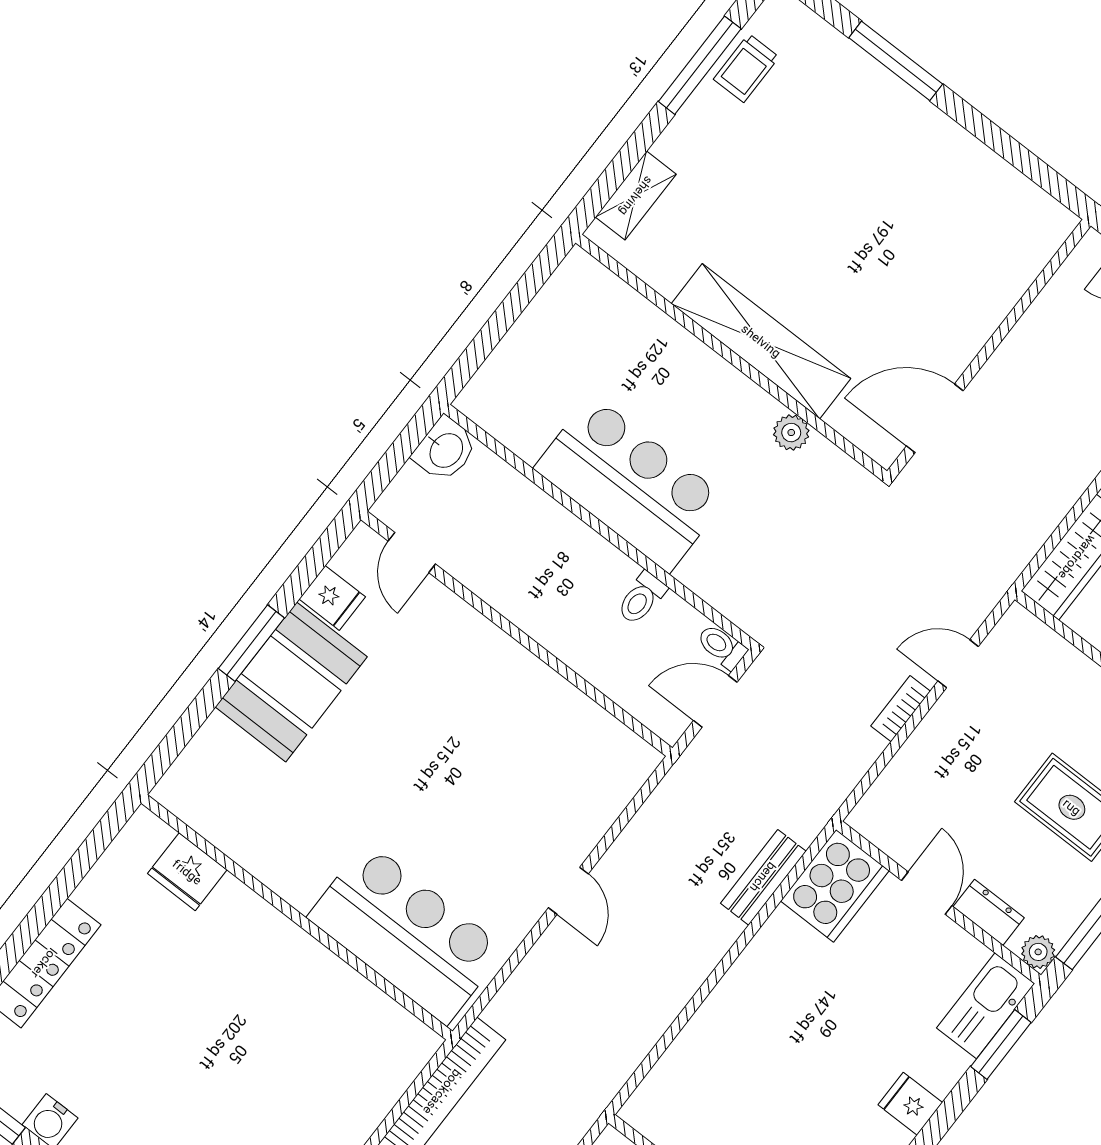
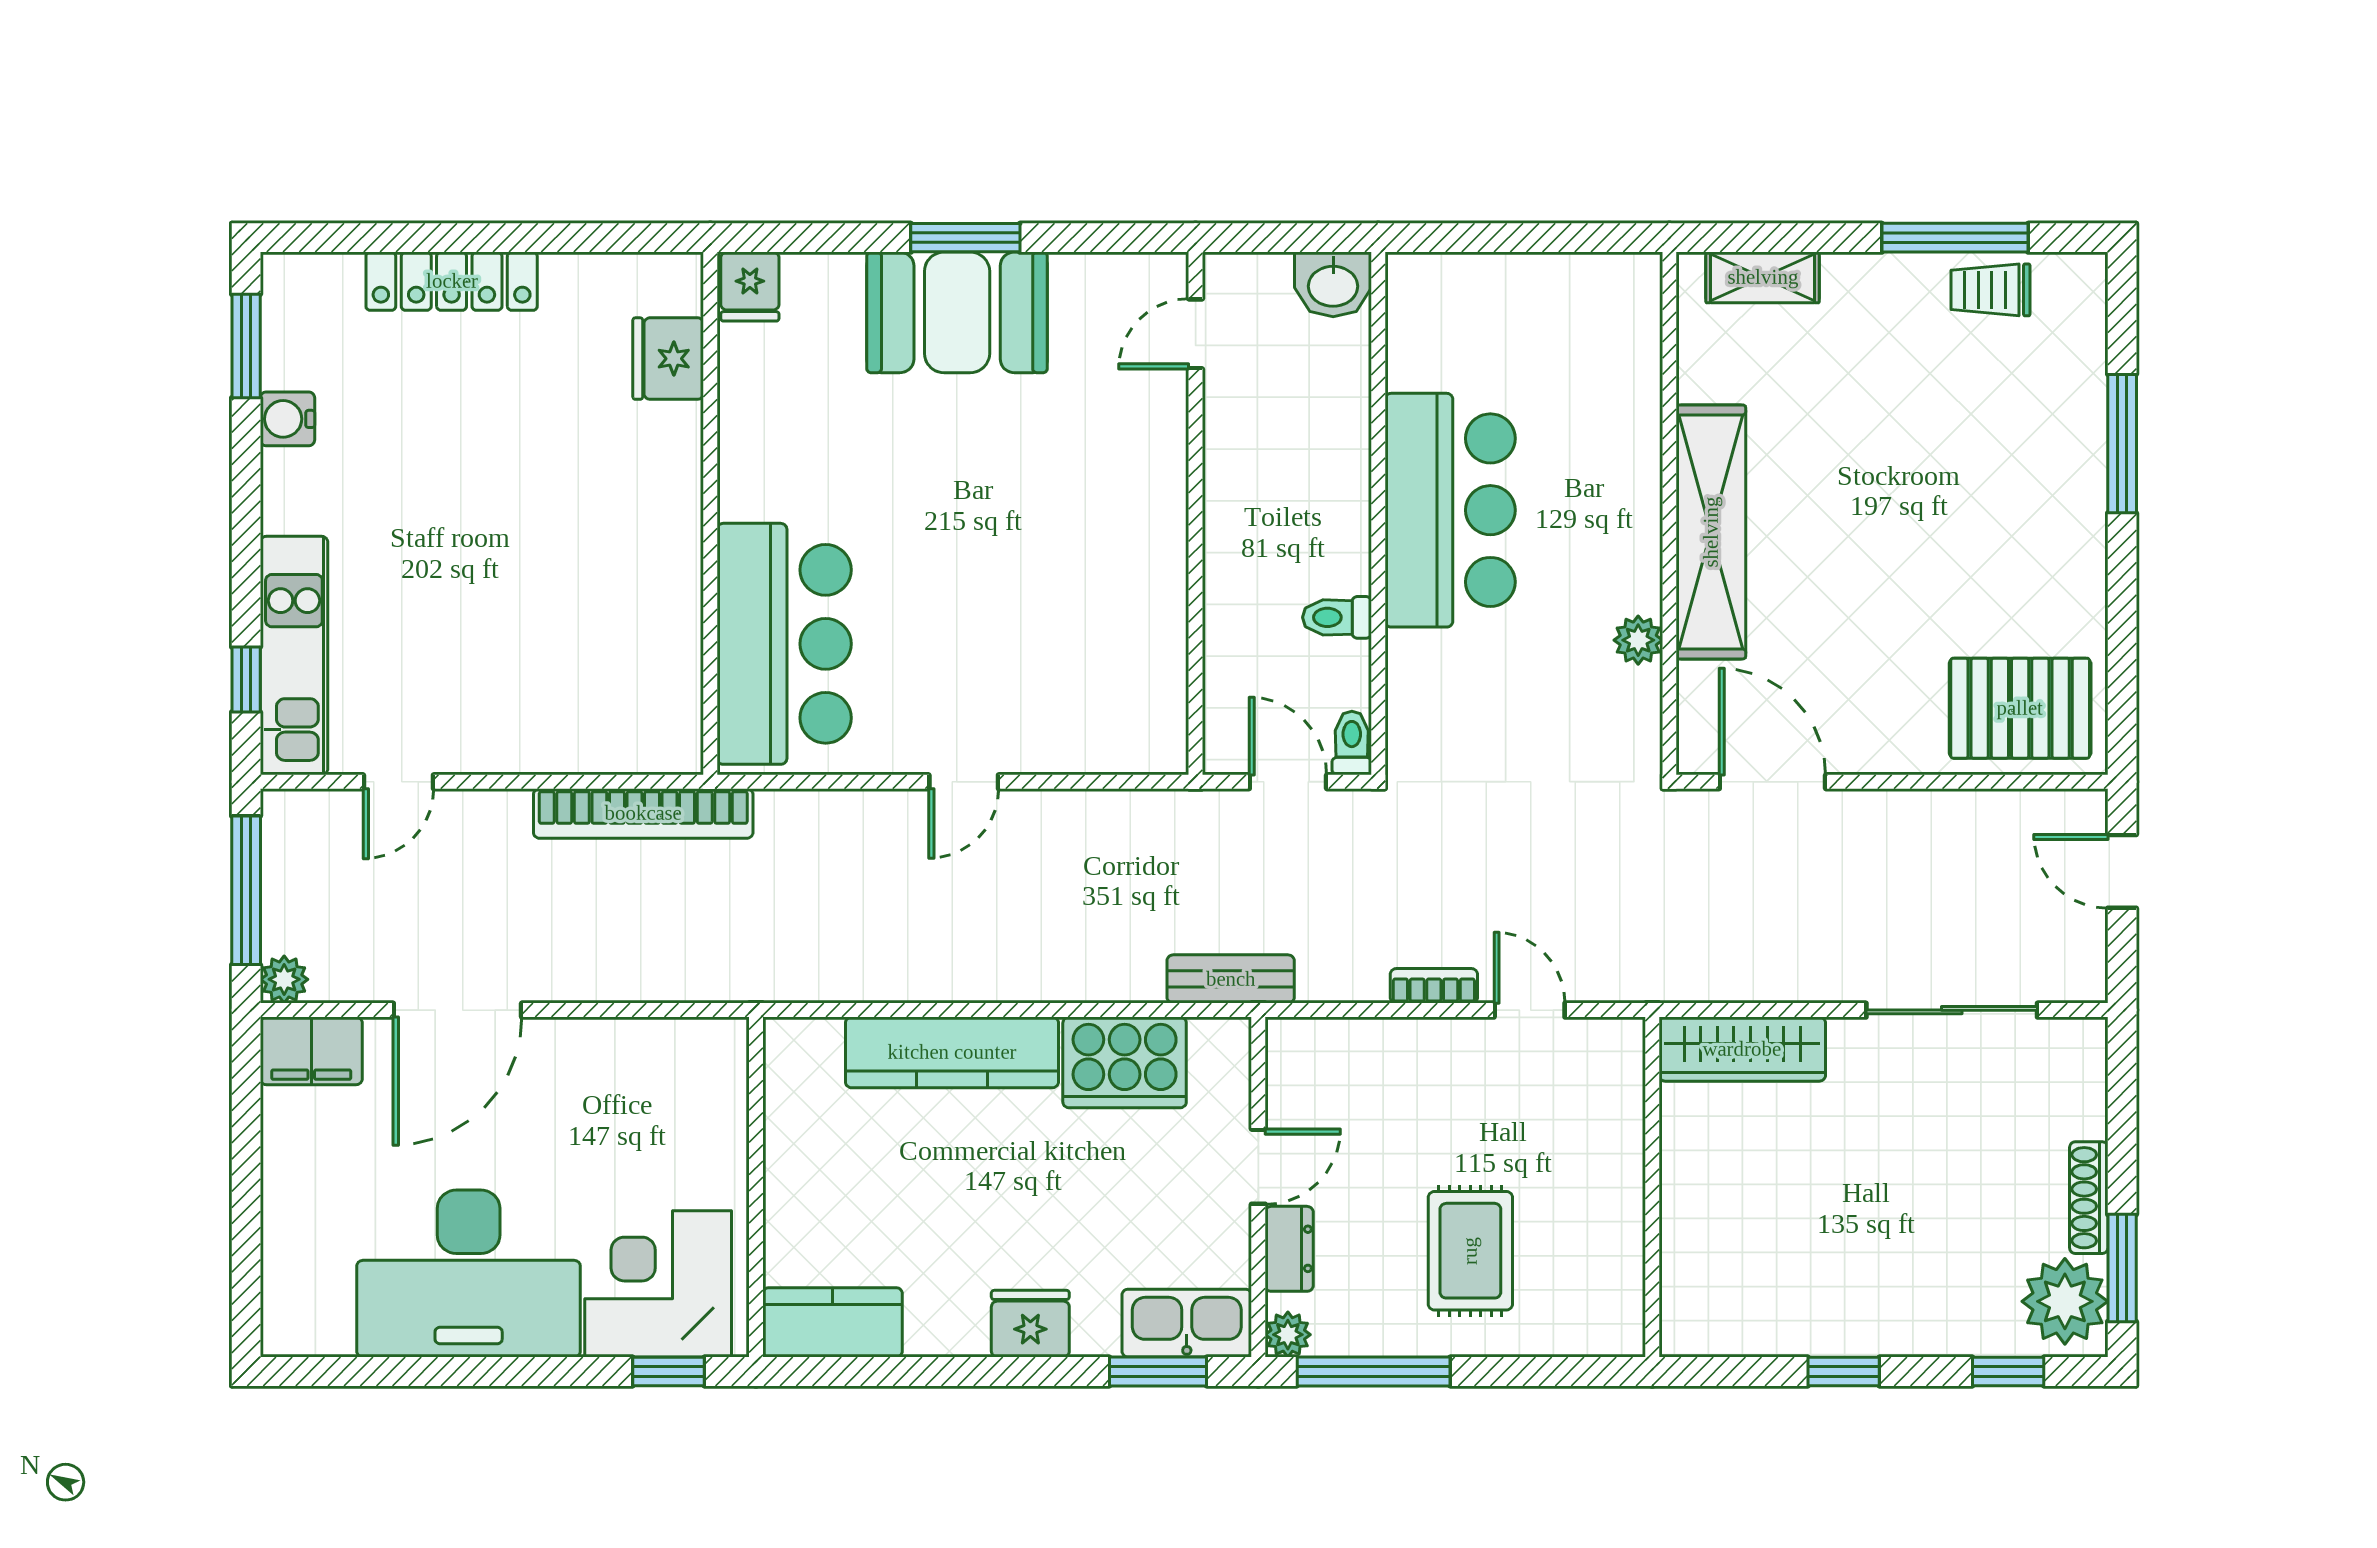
pallet: (1004, 240) -> (2020, 708), added
fridge: (332, 598) -> (750, 287), moved
bench: (763, 877) -> (1231, 979), moved
cooker: (835, 886) -> (1125, 1062), moved
kitchen counter: (721, 1020) -> (952, 1052), added
fridge: (910, 1104) -> (1030, 1324), width x1.38

